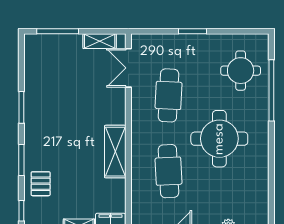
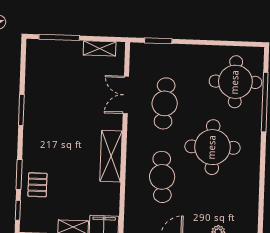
window: (192, 31) -> (158, 41), moved
double door: (128, 68) -> (126, 95), moved
round table: (241, 71) -> (235, 82), width x1.36, depth x1.36
window: (21, 160) -> (19, 175), moved

